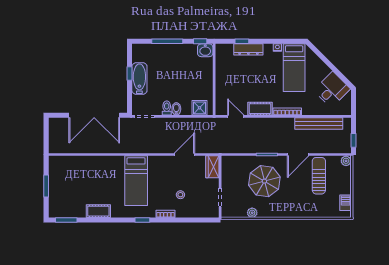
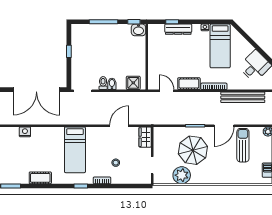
bathtub: (139, 78) -> (78, 56), removed
nightstand: (82, 161) -> (25, 132), added
plant: (252, 213) -> (182, 175), width x1.88, depth x1.88

